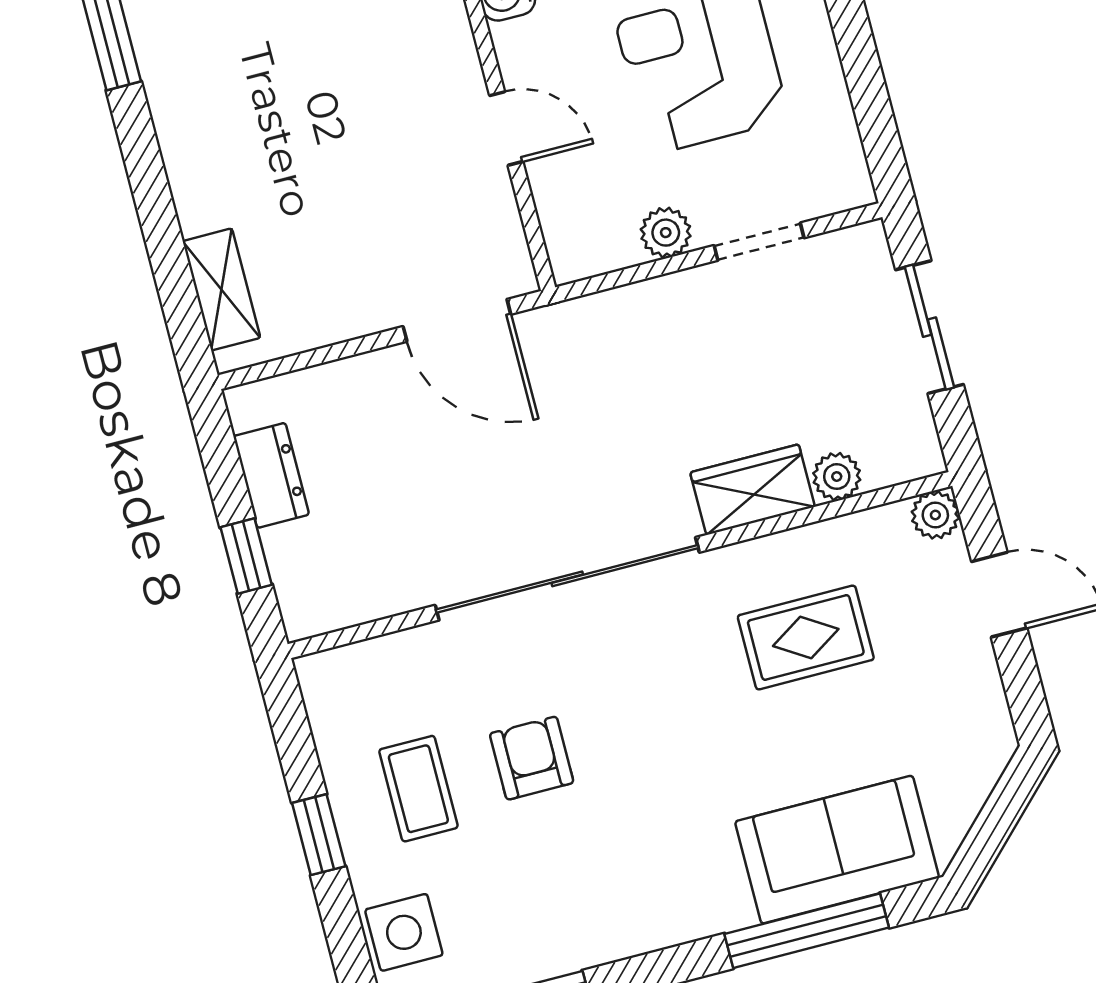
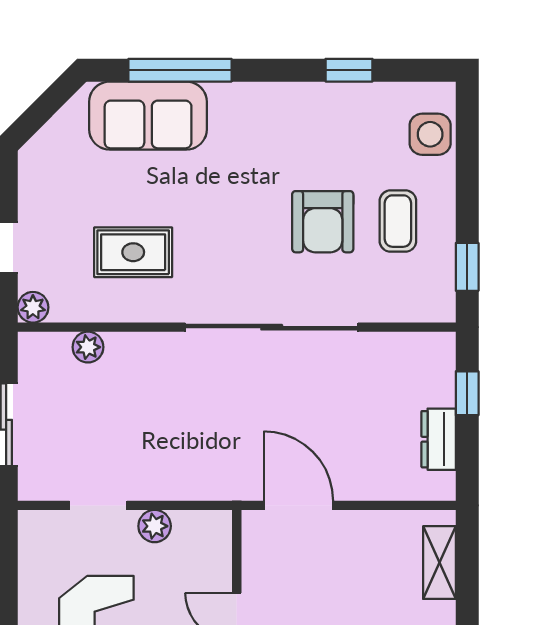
wardrobe: (753, 490) -> (142, 353), removed
armchair: (532, 758) -> (323, 222), width x1.38, depth x1.38
window: (319, 835) -> (467, 267), moved

